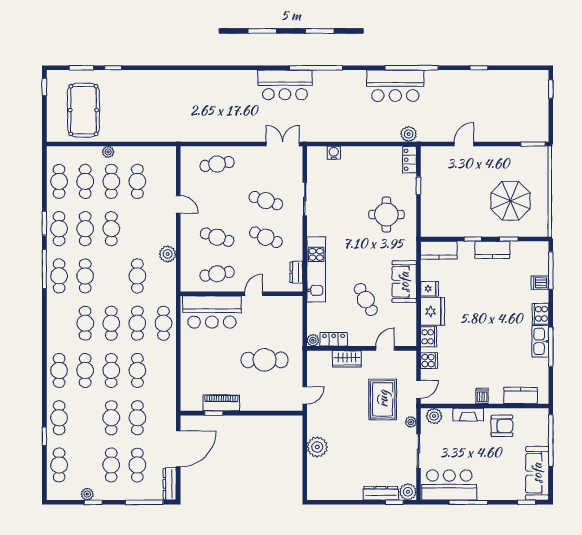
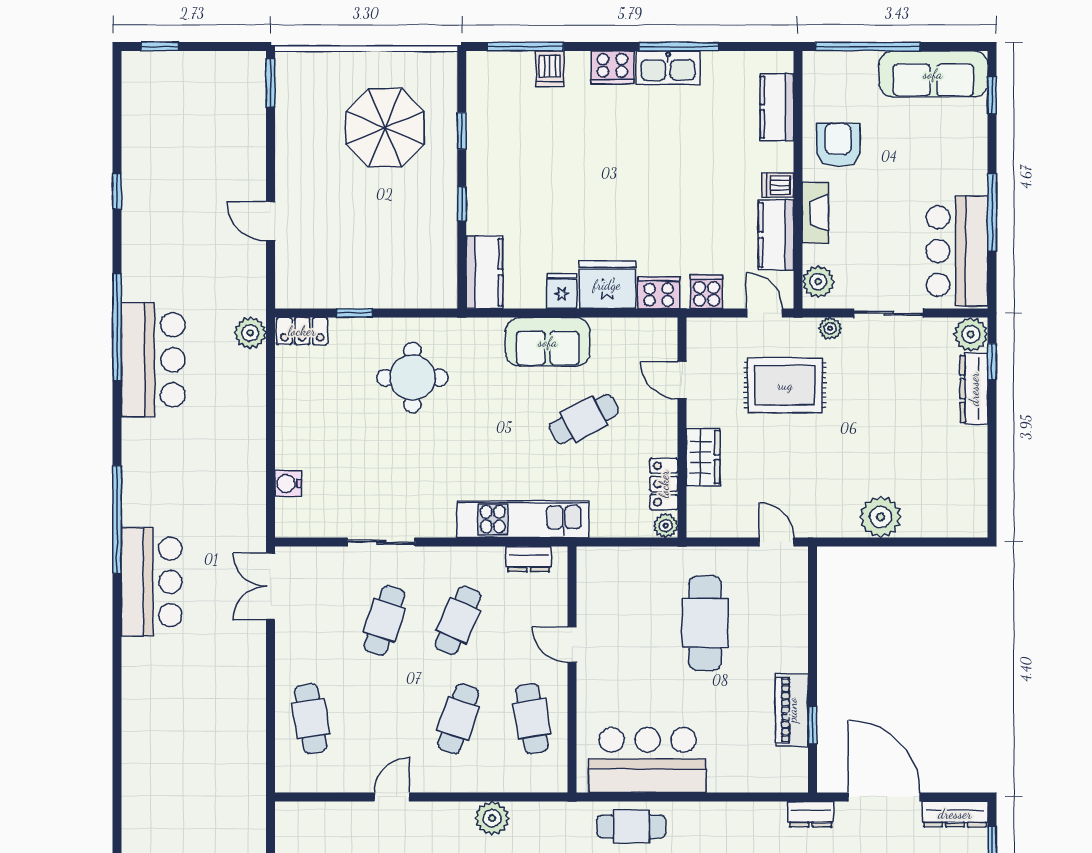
kitchen counter: (492, 250) -> (776, 235), moved, turned 180
bar counter: (212, 312) -> (648, 760), moved, turned -90
dresser: (170, 412) -> (811, 814), added

